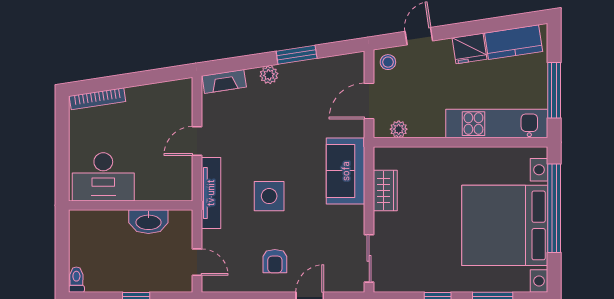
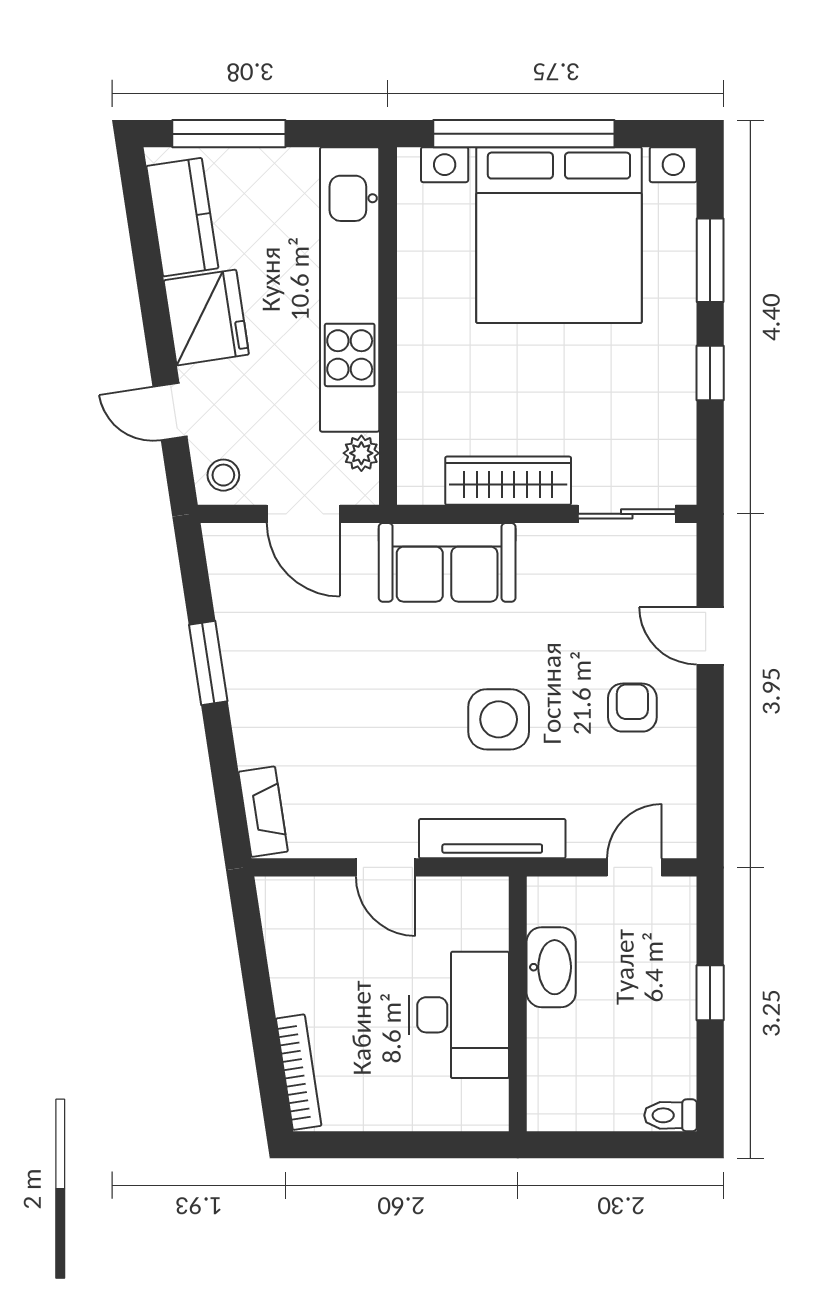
fridge: (470, 49) -> (206, 317), width x1.36, depth x1.34
plant: (269, 75) -> (250, 720), removed
window: (554, 90) -> (229, 134), moved
kitchen unit: (497, 124) -> (350, 289), width x1.36
desk: (103, 177) -> (459, 1015), moved
wardrobe: (385, 190) -> (508, 481), width x1.50
armchair: (275, 261) -> (632, 708), turned -90

